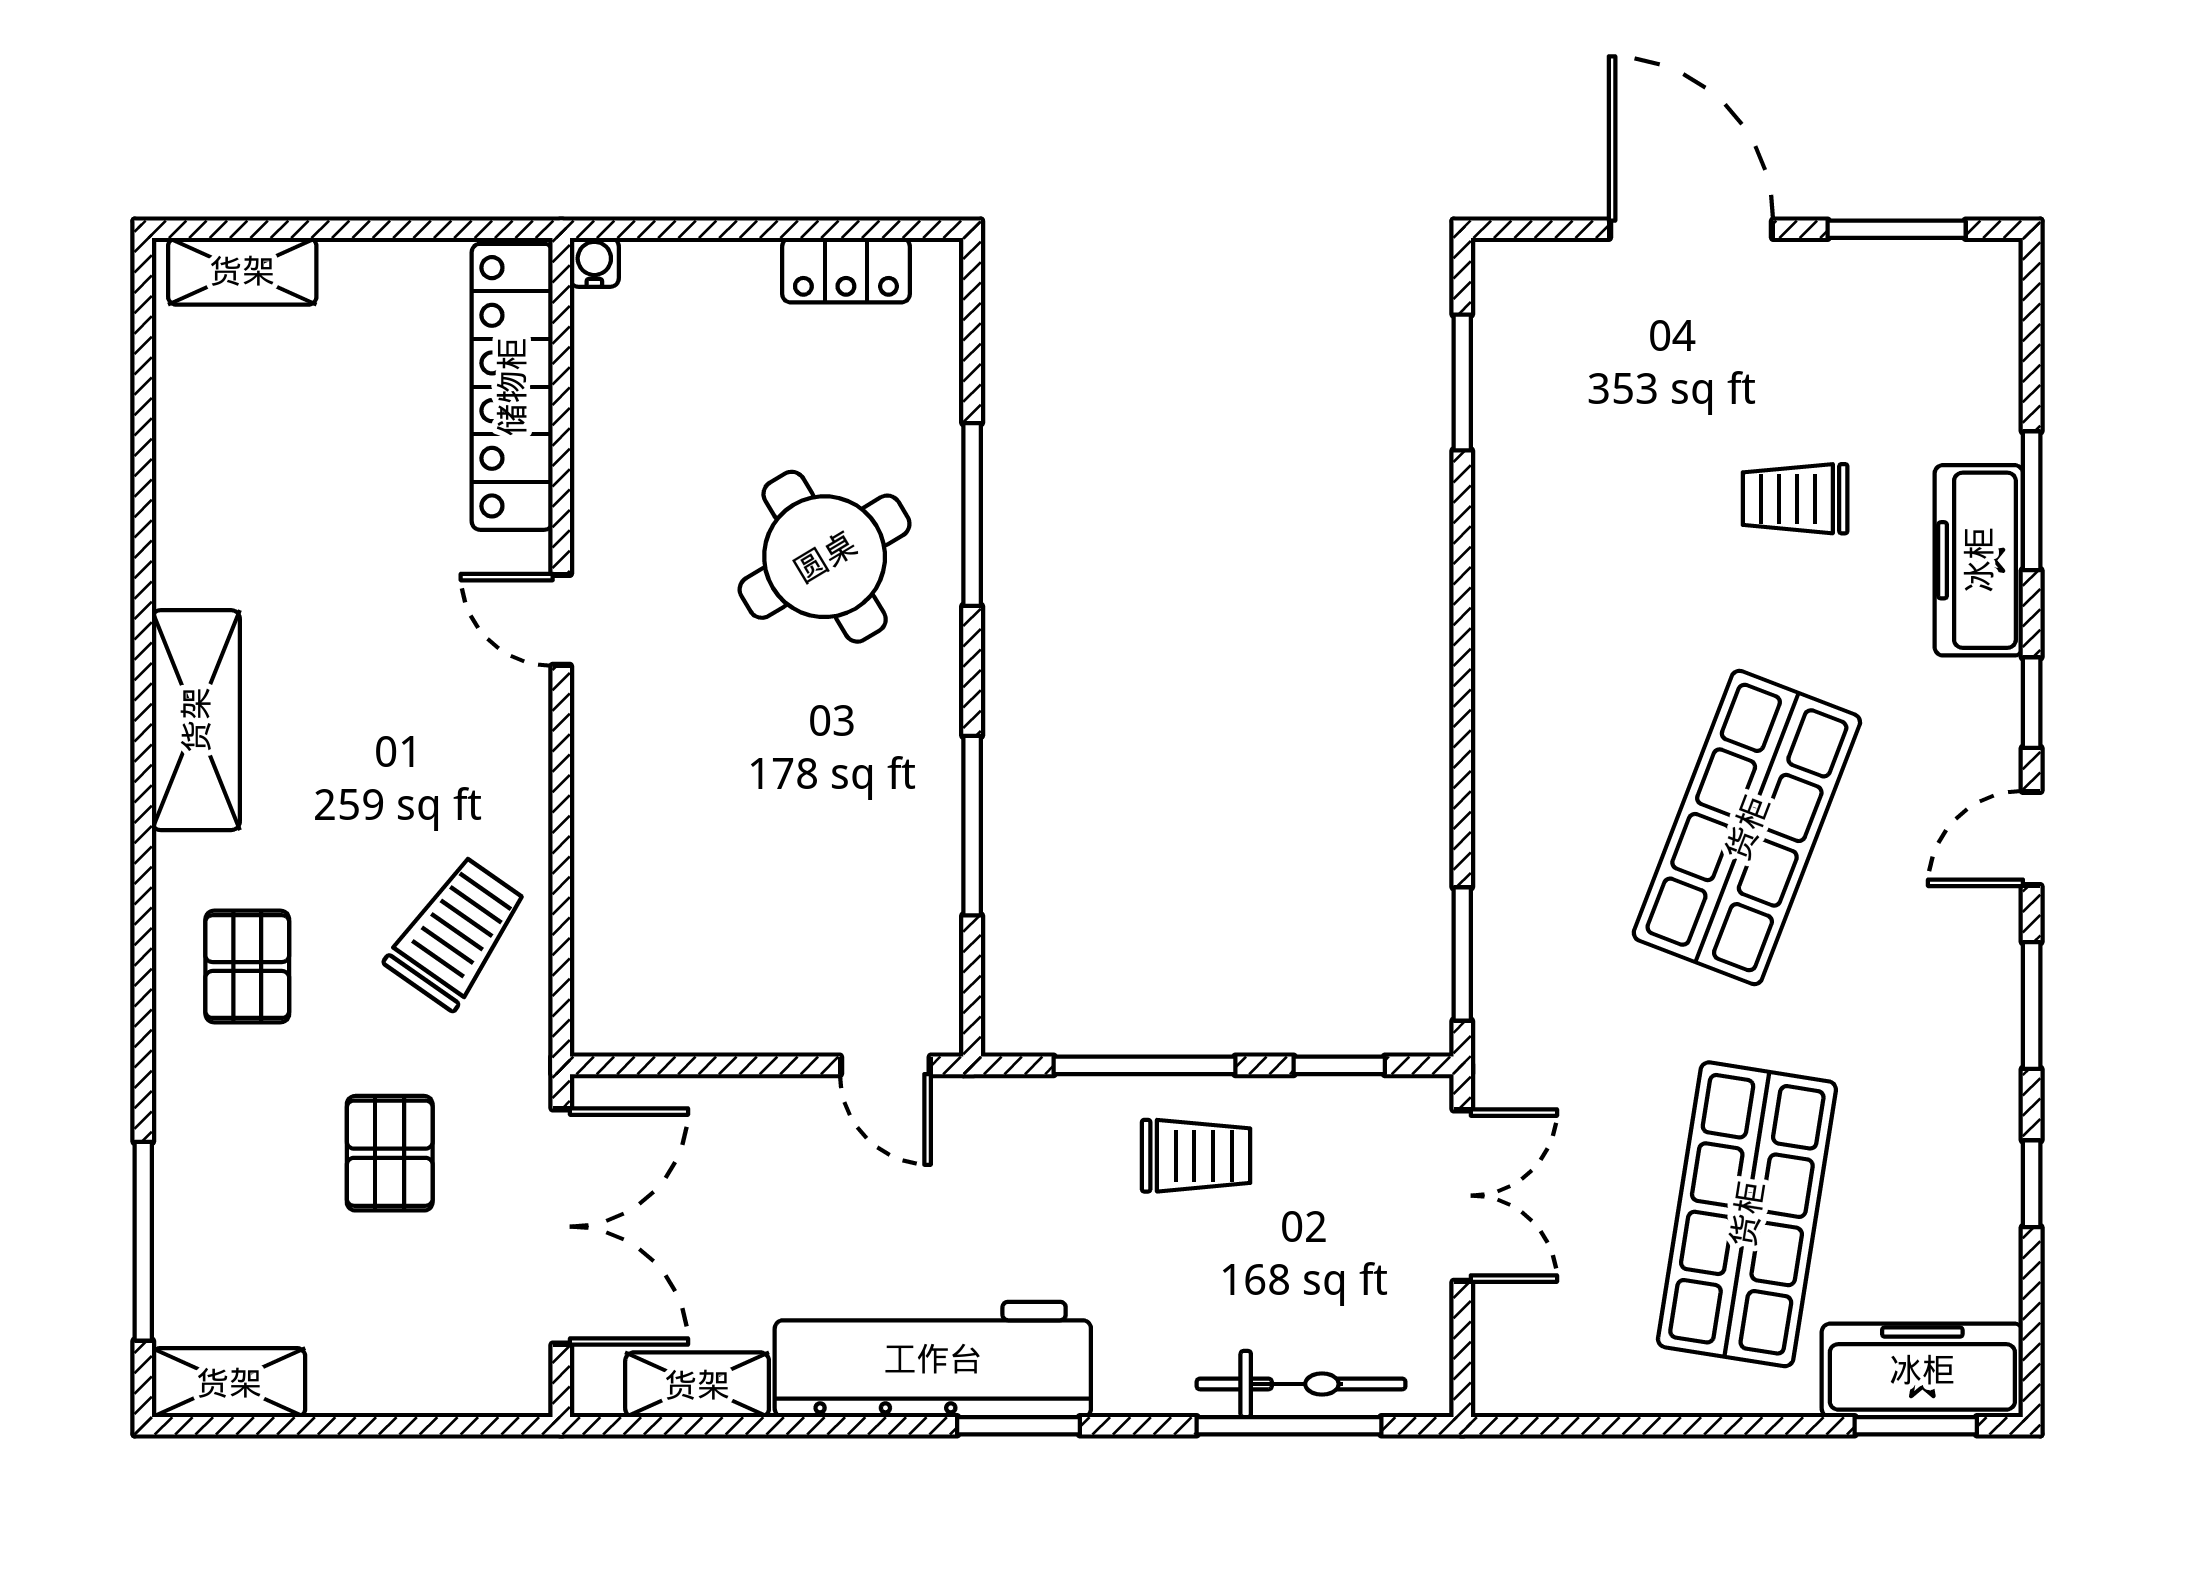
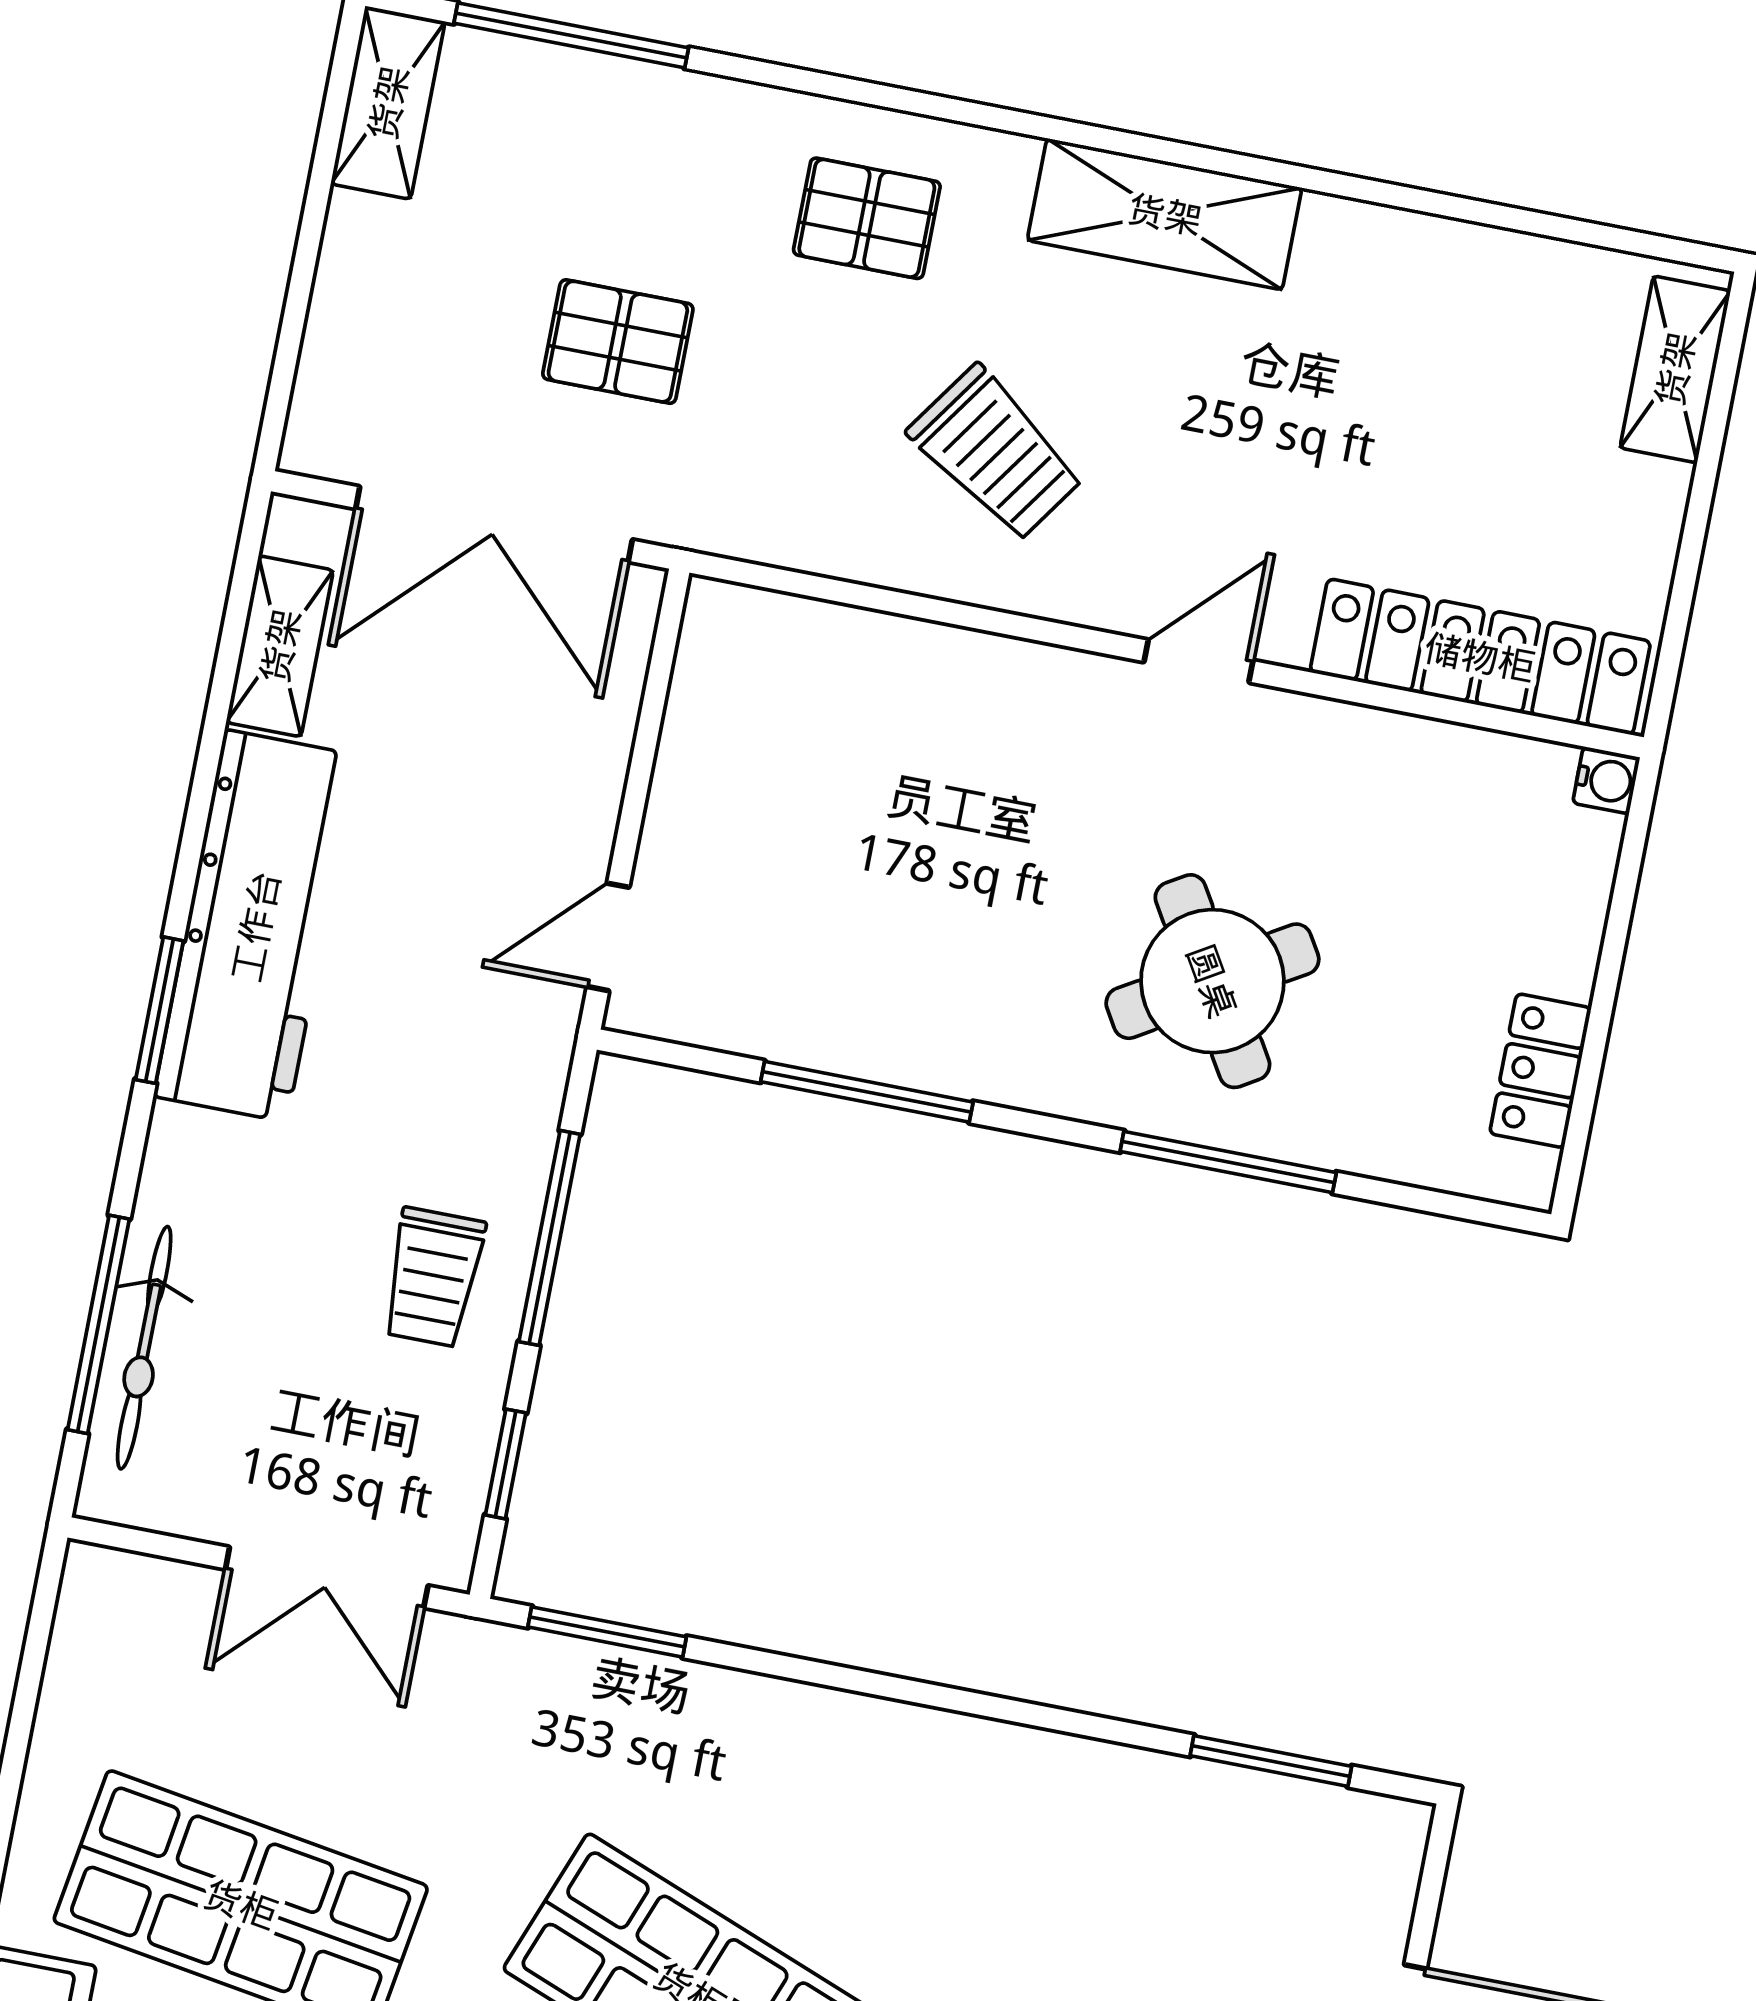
trolley: (456, 933) -> (996, 453), moved

